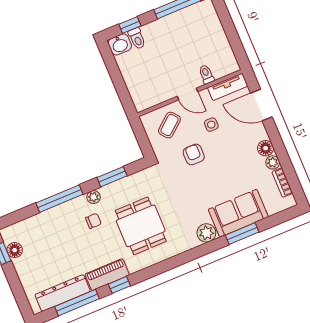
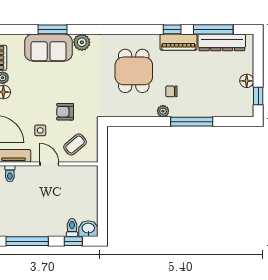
toilet: (206, 74) -> (10, 174), moved
armchair: (194, 154) -> (65, 112), turned 90
window: (112, 177) -> (141, 122), removed
floor lamp: (15, 250) -> (247, 81), moved

